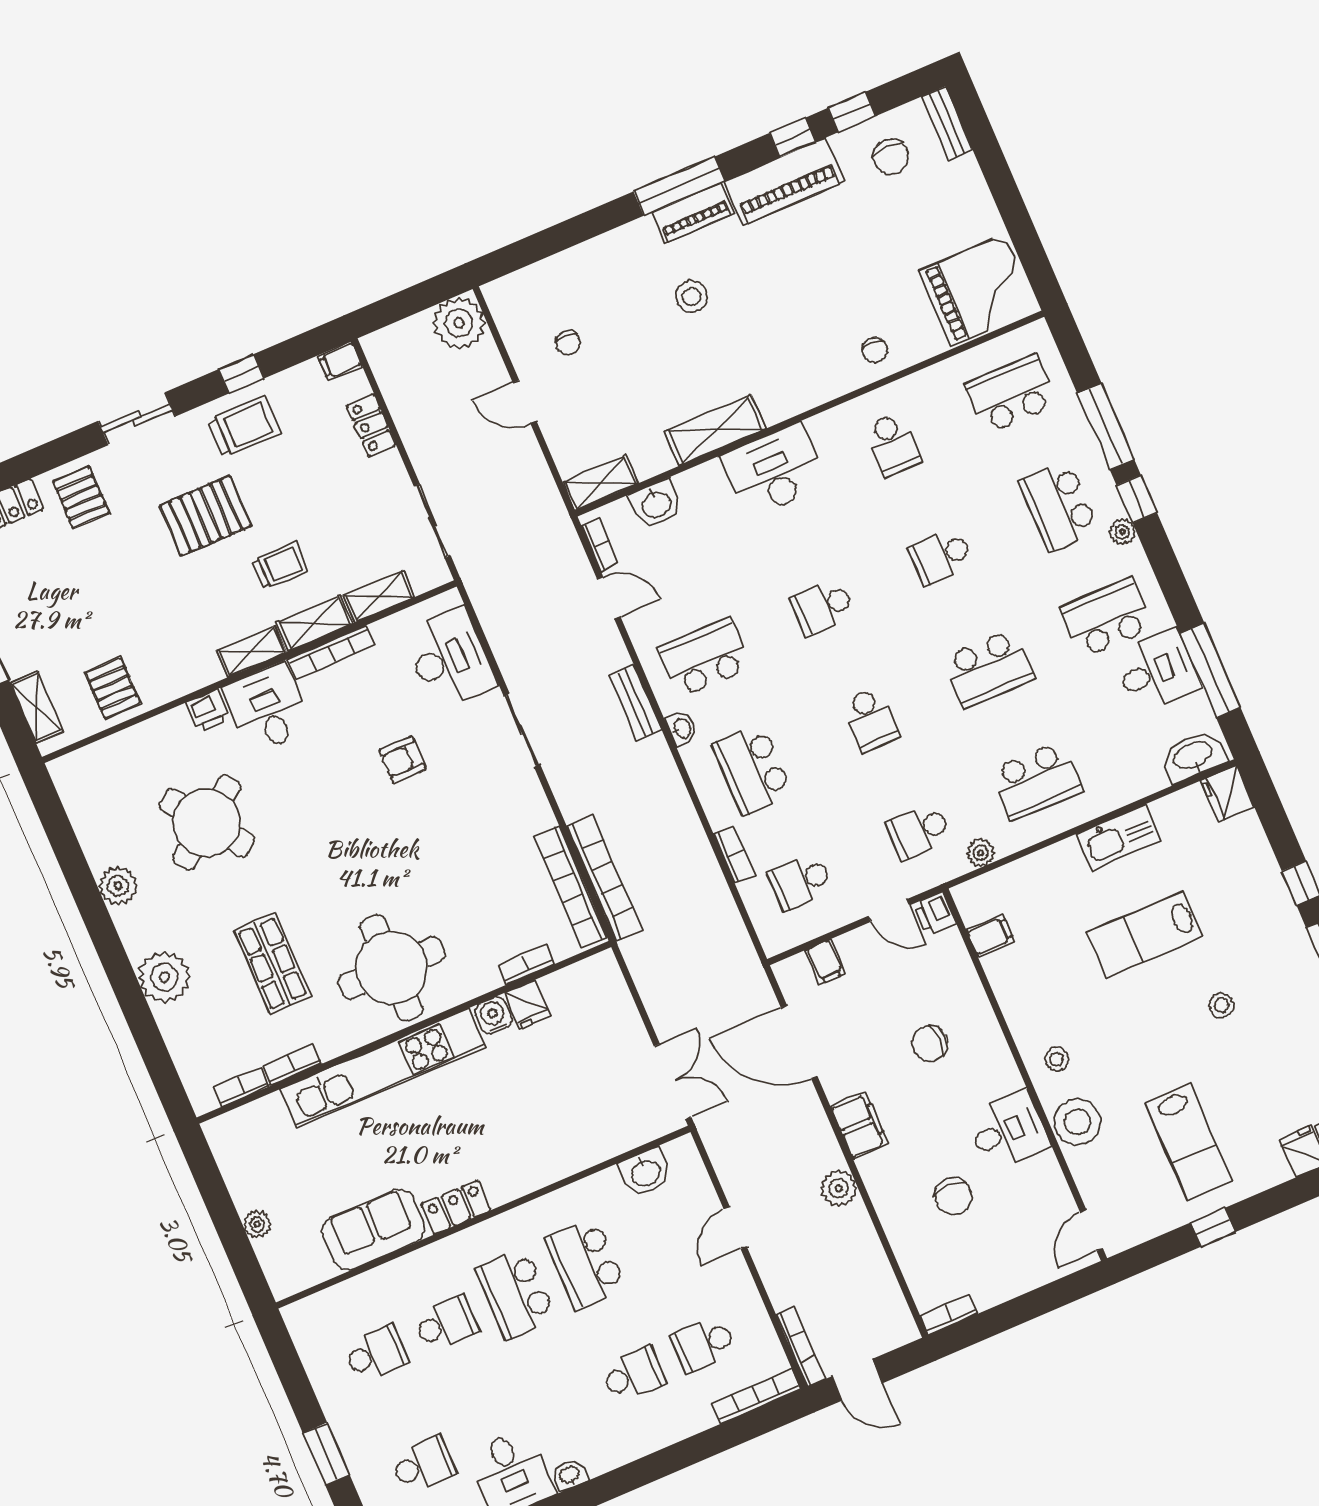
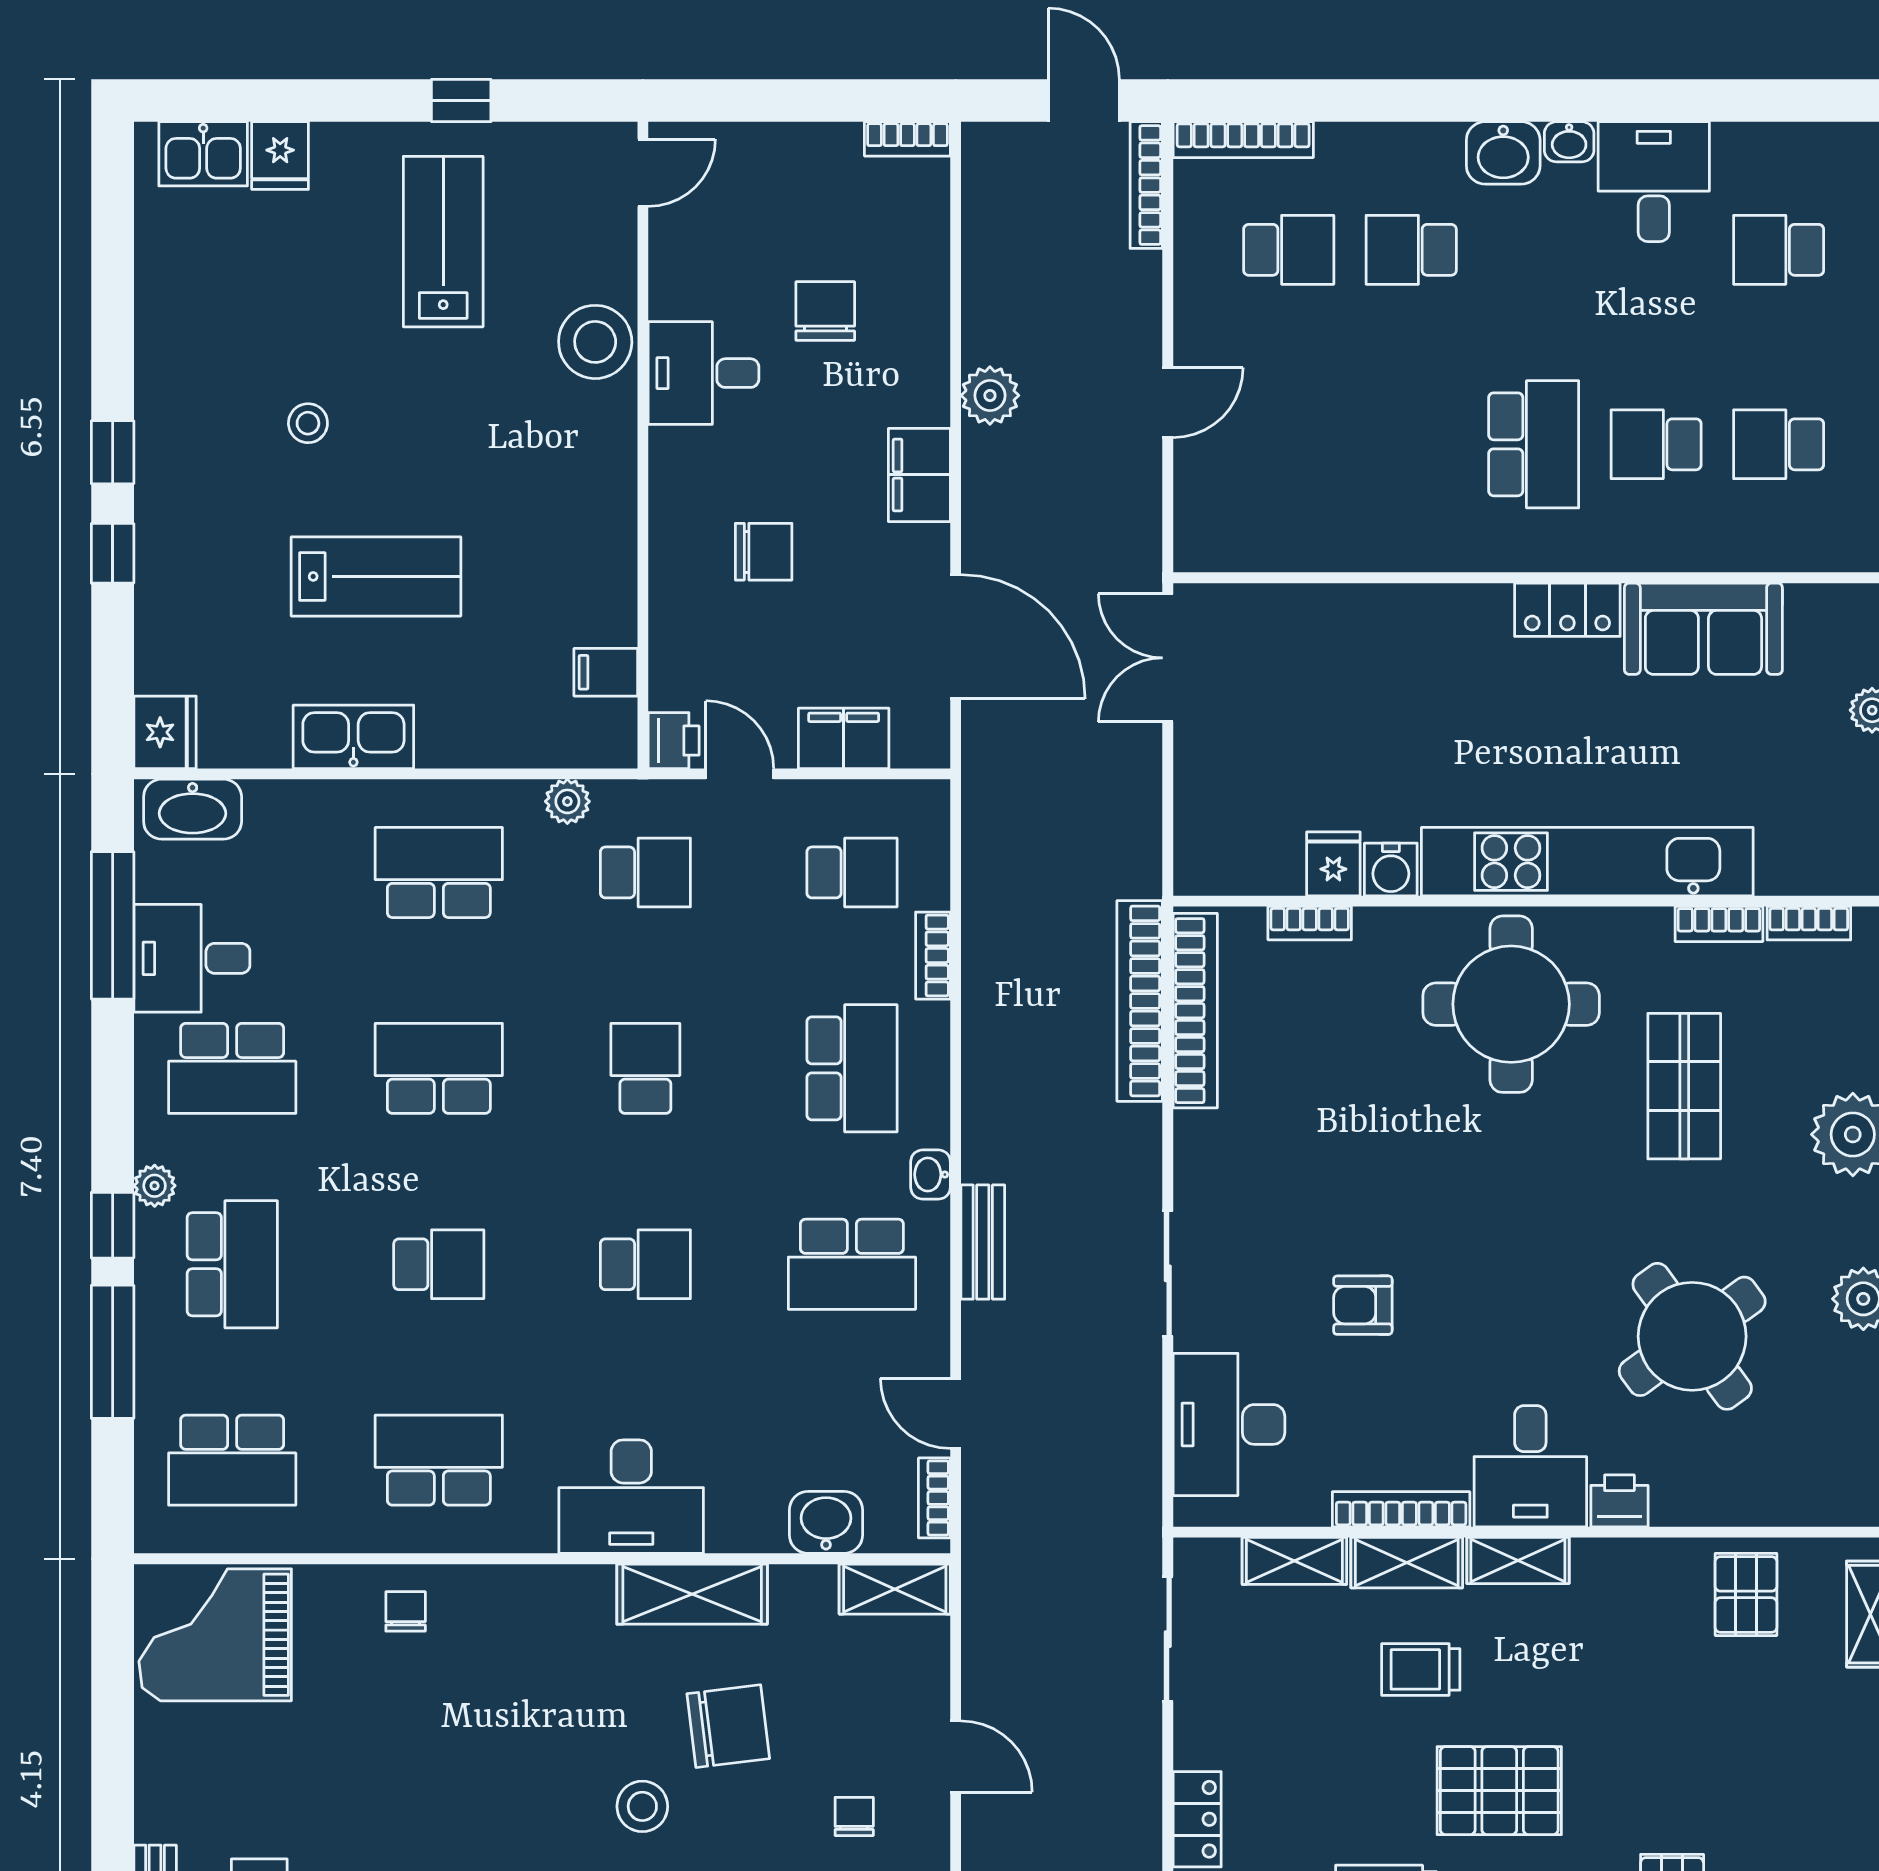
chair: (662, 363) -> (728, 1726), added
school desk: (893, 445) -> (439, 1460), width x1.85
armchair: (403, 760) -> (1363, 1305), turned 180
filing cabinet: (825, 962) -> (844, 738), width x2.00
stool: (1057, 1059) -> (586, 448), removed
washbasin: (645, 1172) -> (1503, 153), moved, turned 180
school desk: (586, 1263) -> (1411, 444), removed

